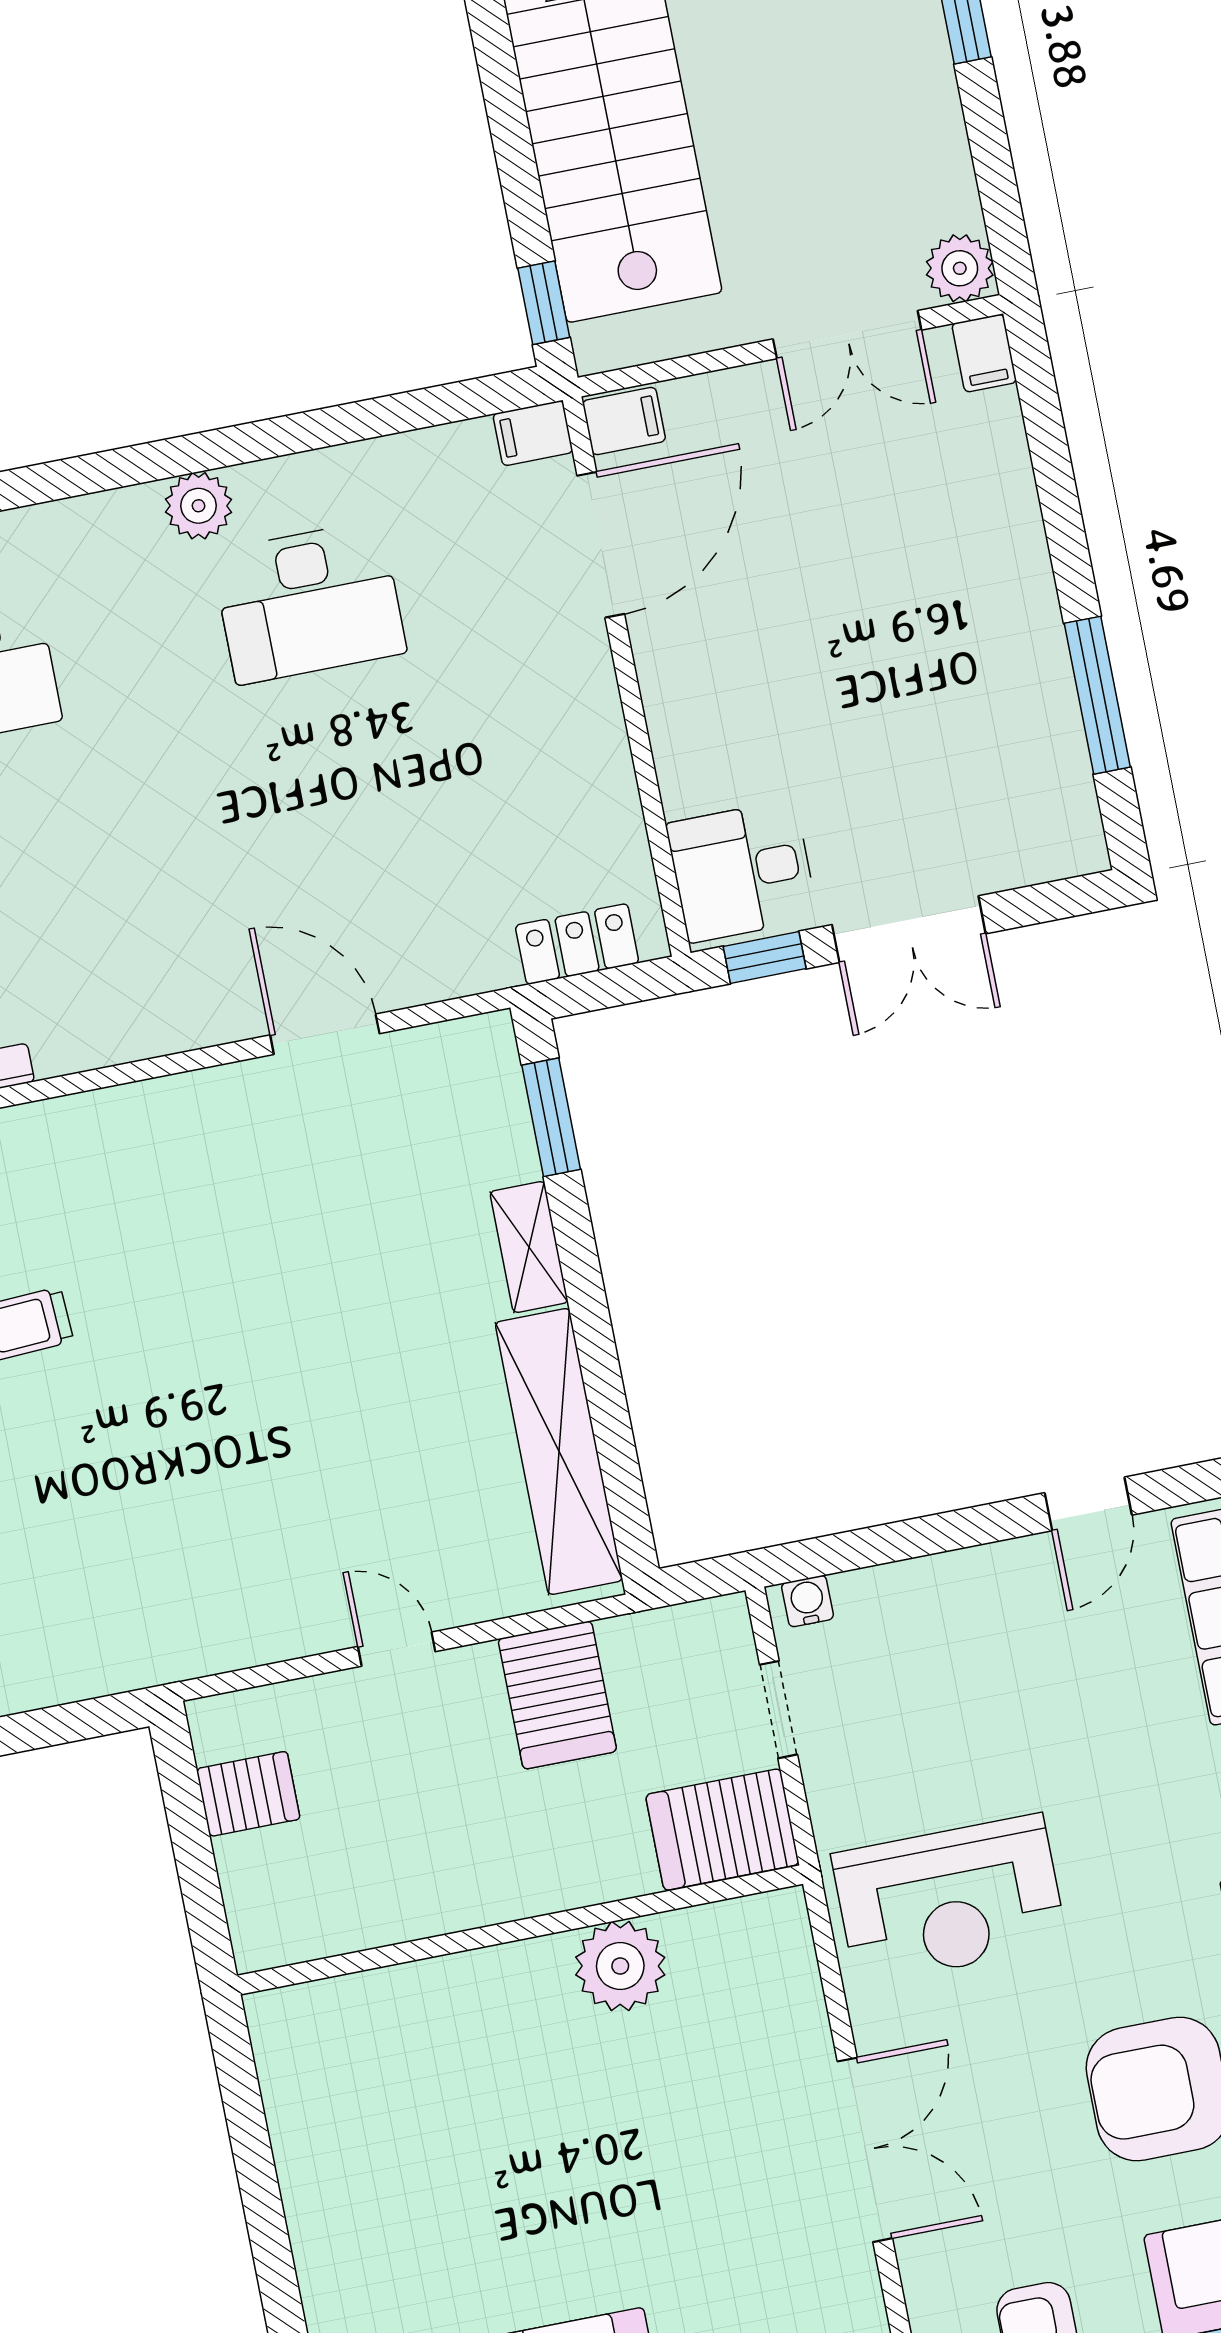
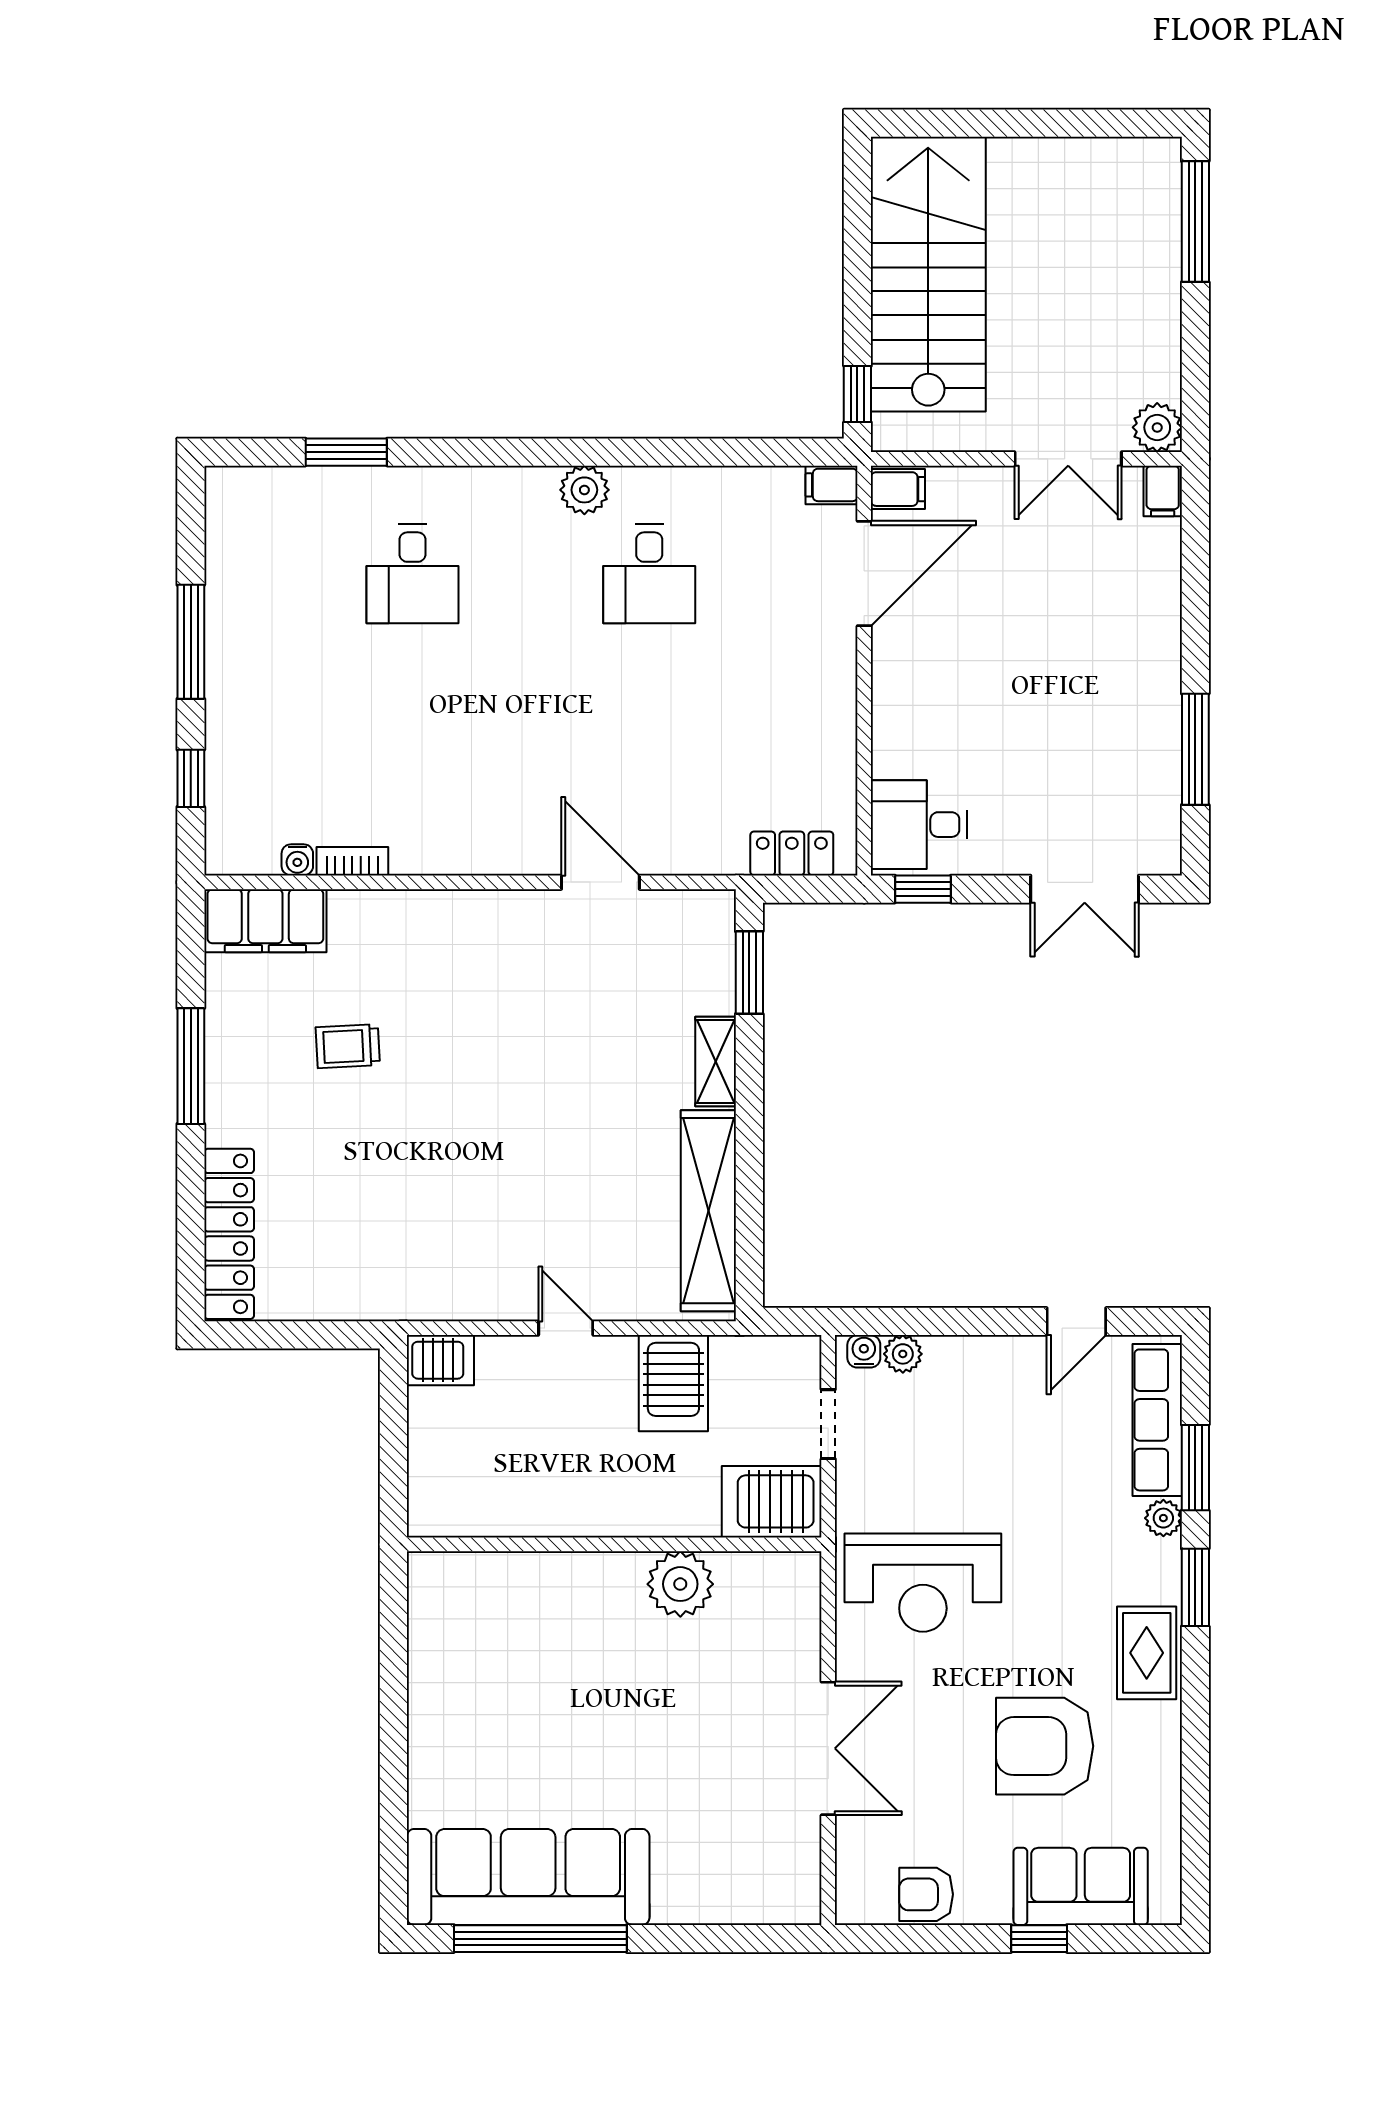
desk: (309, 602) -> (649, 574), width x0.73
double door: (909, 929) -> (1085, 889), moved
plant: (861, 1594) -> (903, 1354), added
server rack: (248, 1794) -> (440, 1360), moved

